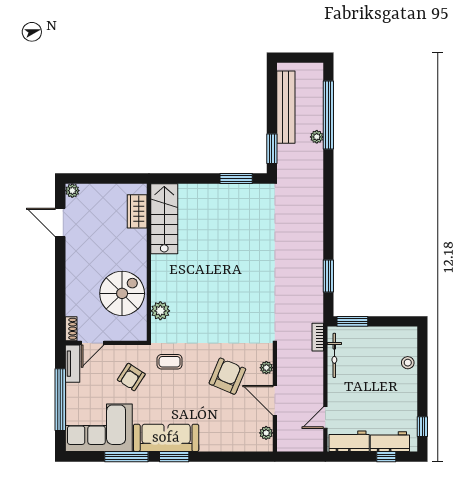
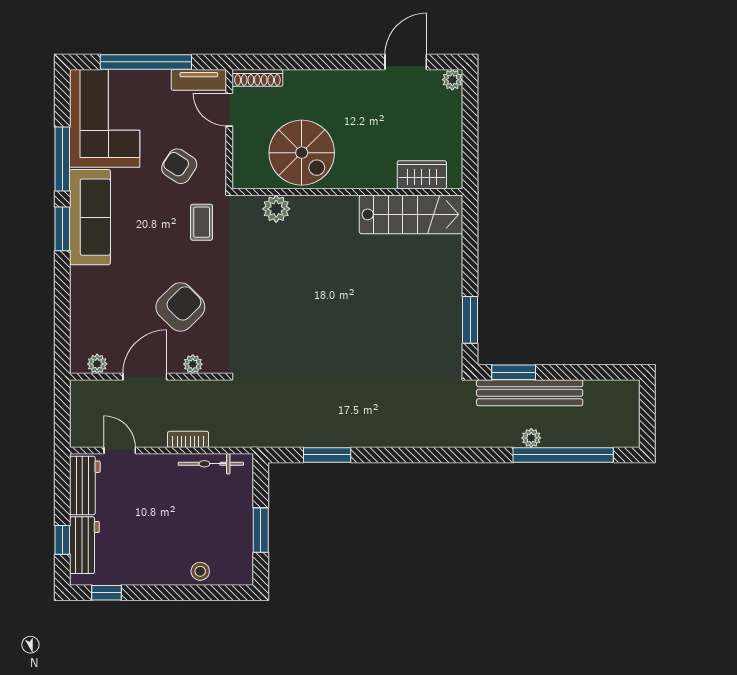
bench: (286, 107) -> (530, 393), moved
window: (352, 321) -> (261, 530), moved
shoe rack: (71, 329) -> (257, 78), width x1.43
bookcase: (318, 337) -> (188, 439), moved
armchair: (227, 376) -> (180, 307), turned -68

